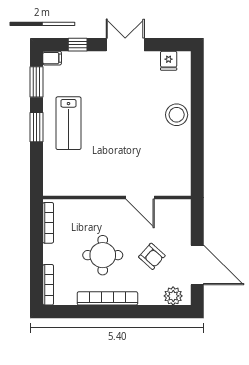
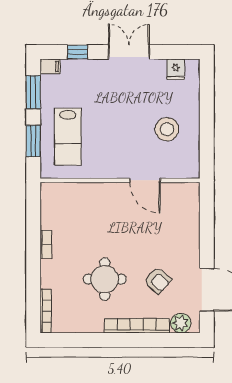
stool: (177, 115) -> (167, 129), moved
wall: (117, 197) -> (120, 180), moved
door: (140, 197) -> (145, 180), moved
bookcase: (48, 223) -> (46, 244), width x0.64
bookcase: (107, 298) -> (137, 326), moved

